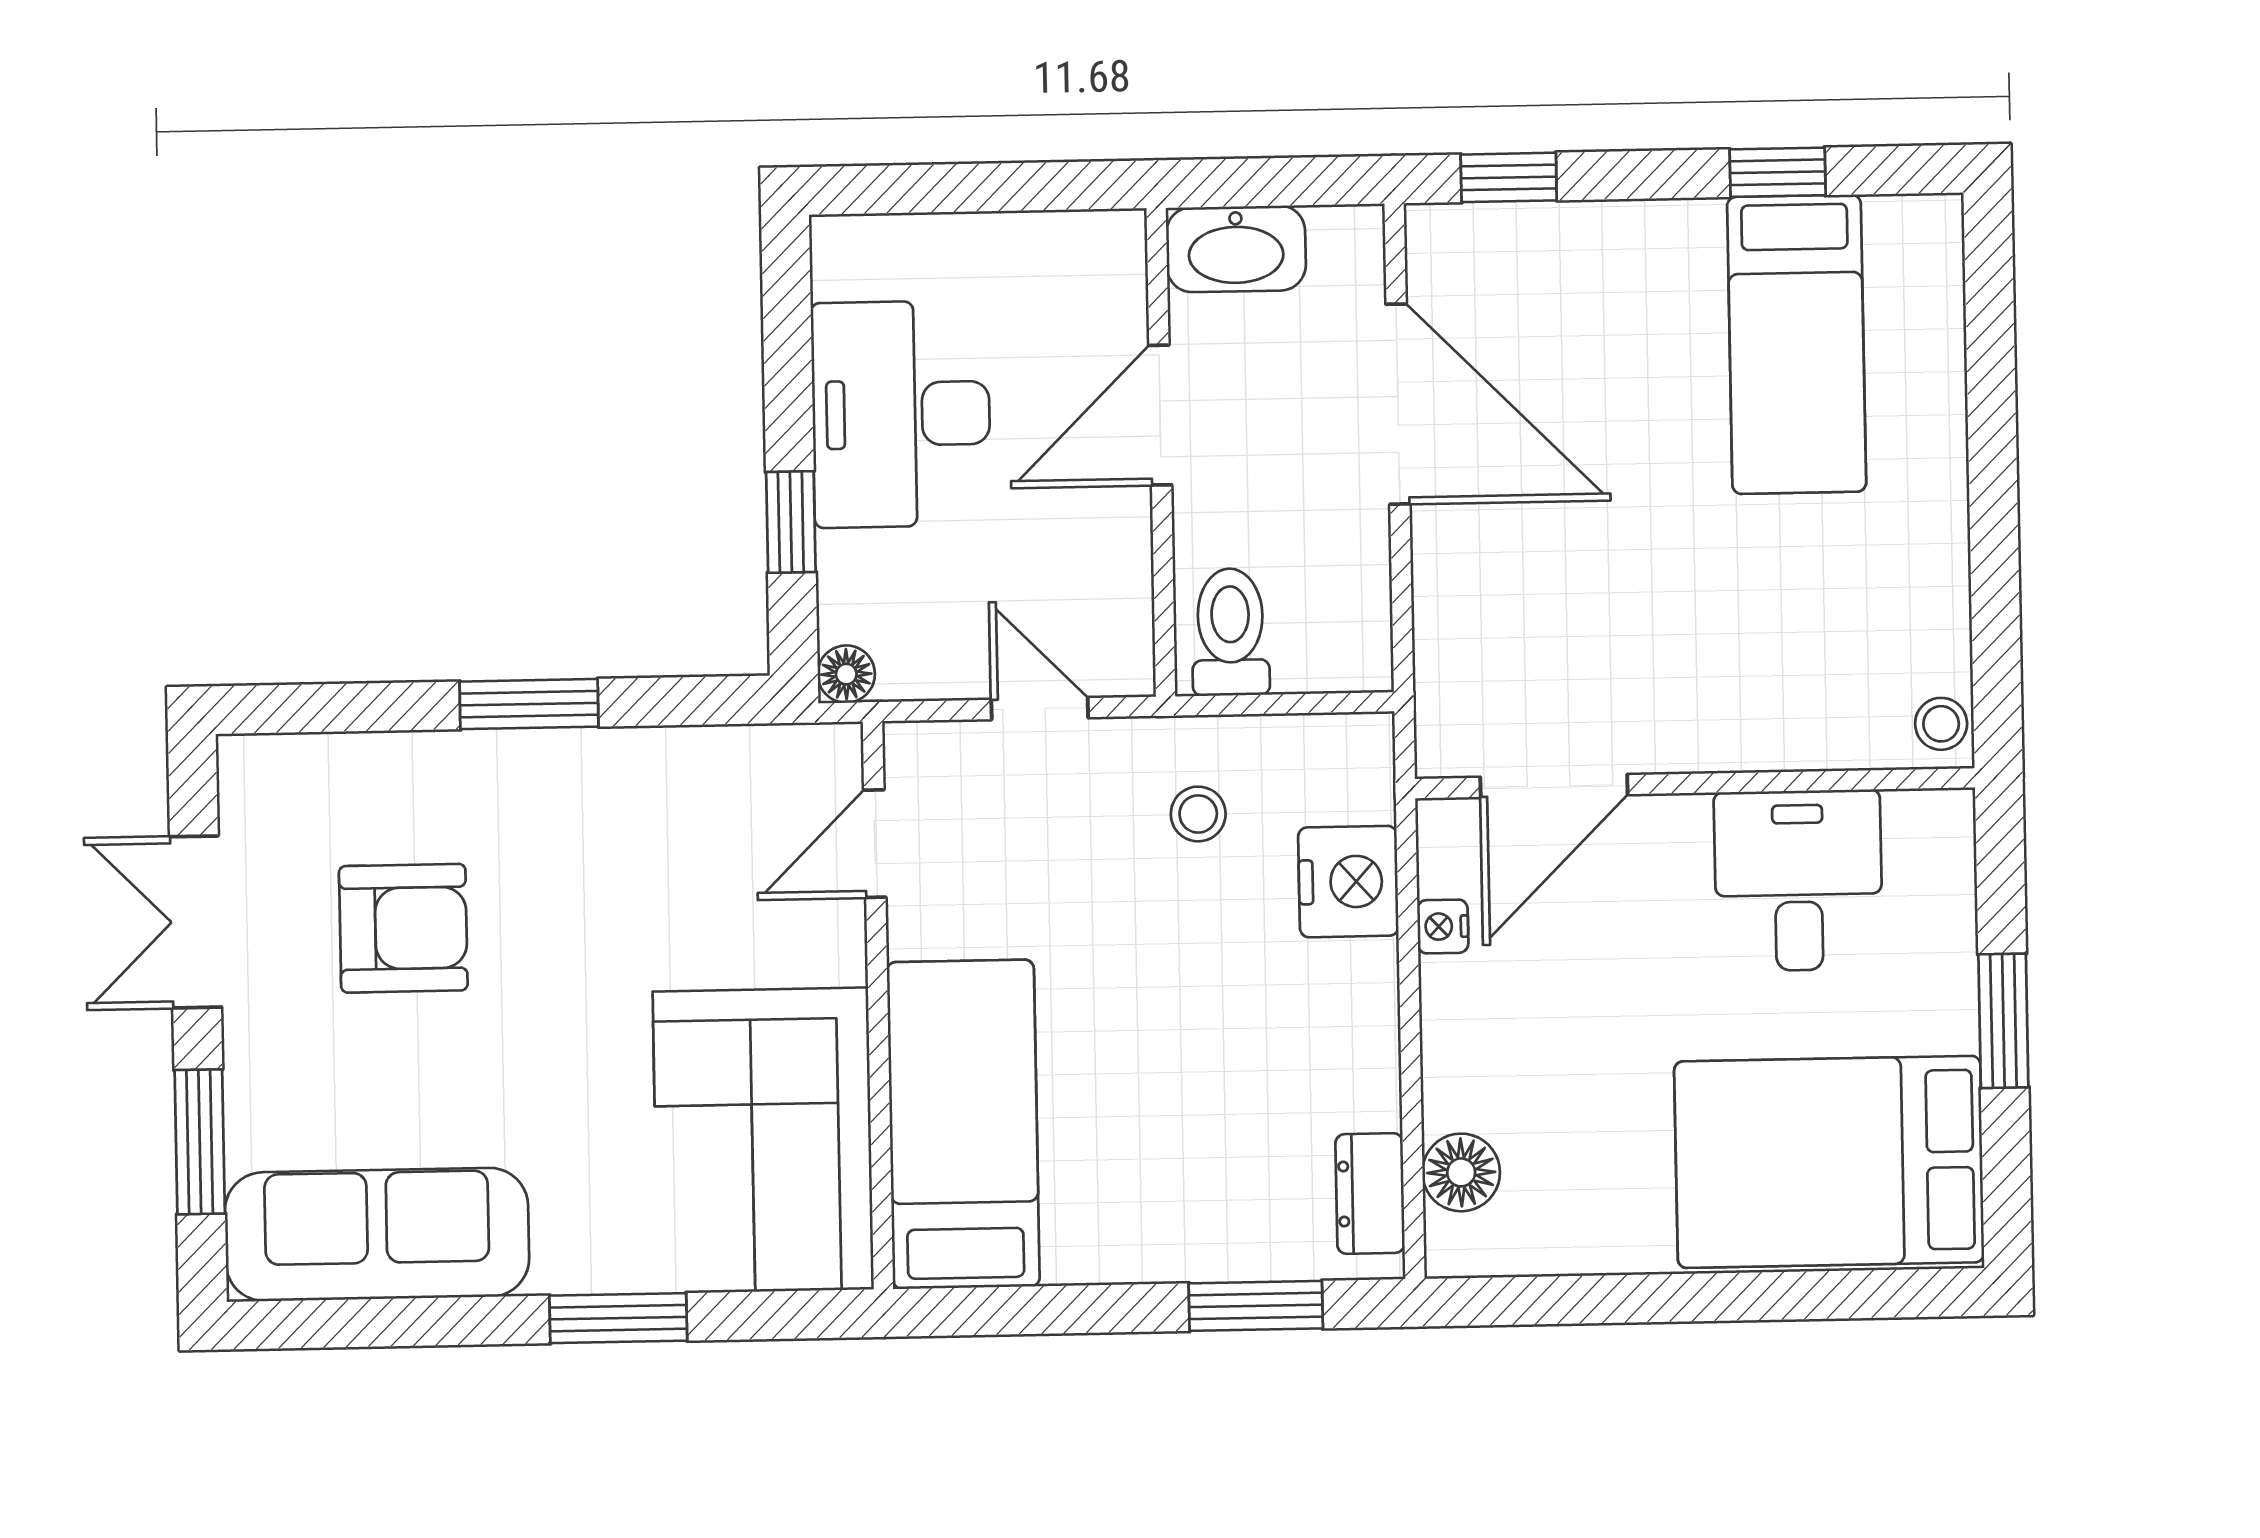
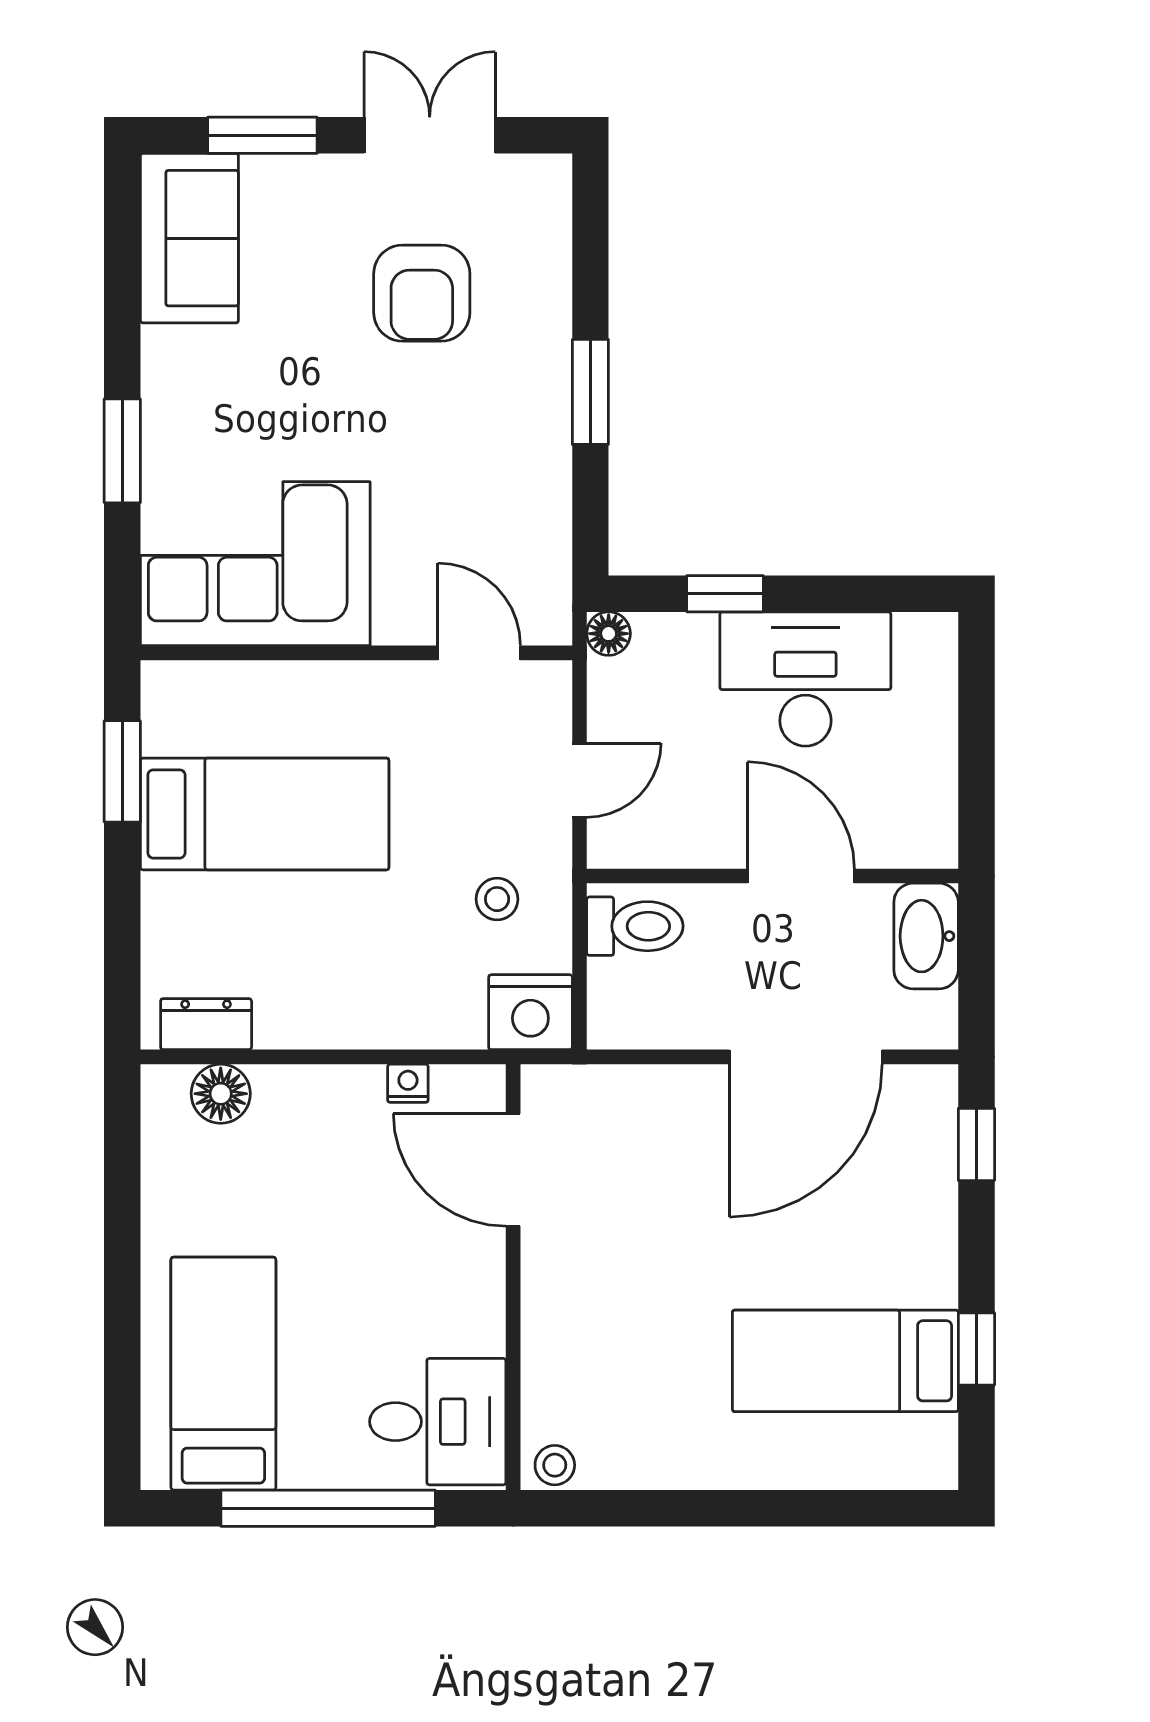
desk: (1798, 880) -> (438, 1422), moved
nightstand: (1348, 882) -> (530, 1012), moved
window: (2003, 1021) -> (328, 1508), width x2.11
bed: (963, 1124) -> (265, 814), moved
bed: (1829, 1162) -> (223, 1374), width x0.67
sofa: (377, 1234) -> (189, 238), width x0.73
window: (1256, 1306) -> (122, 771), moved

